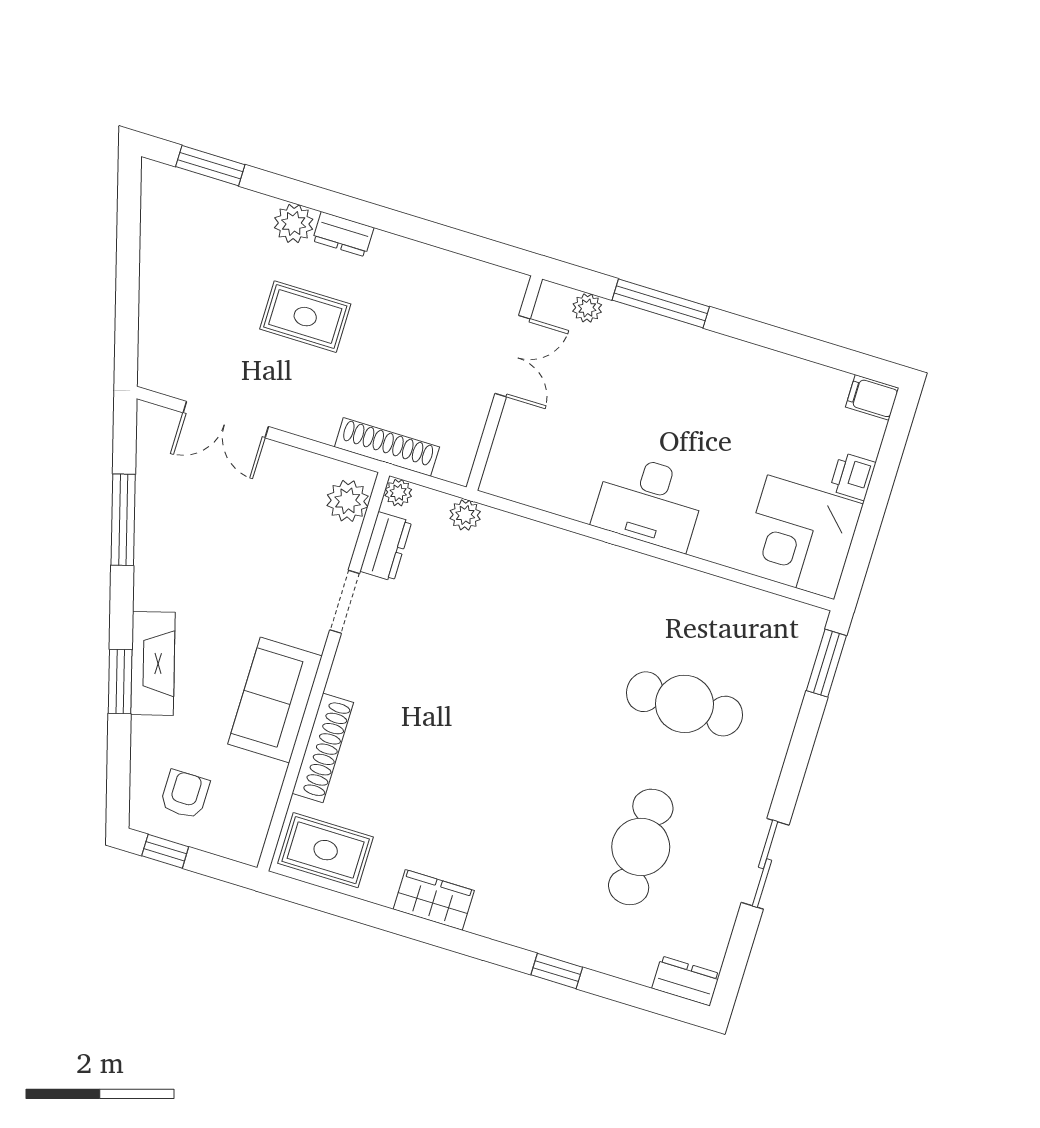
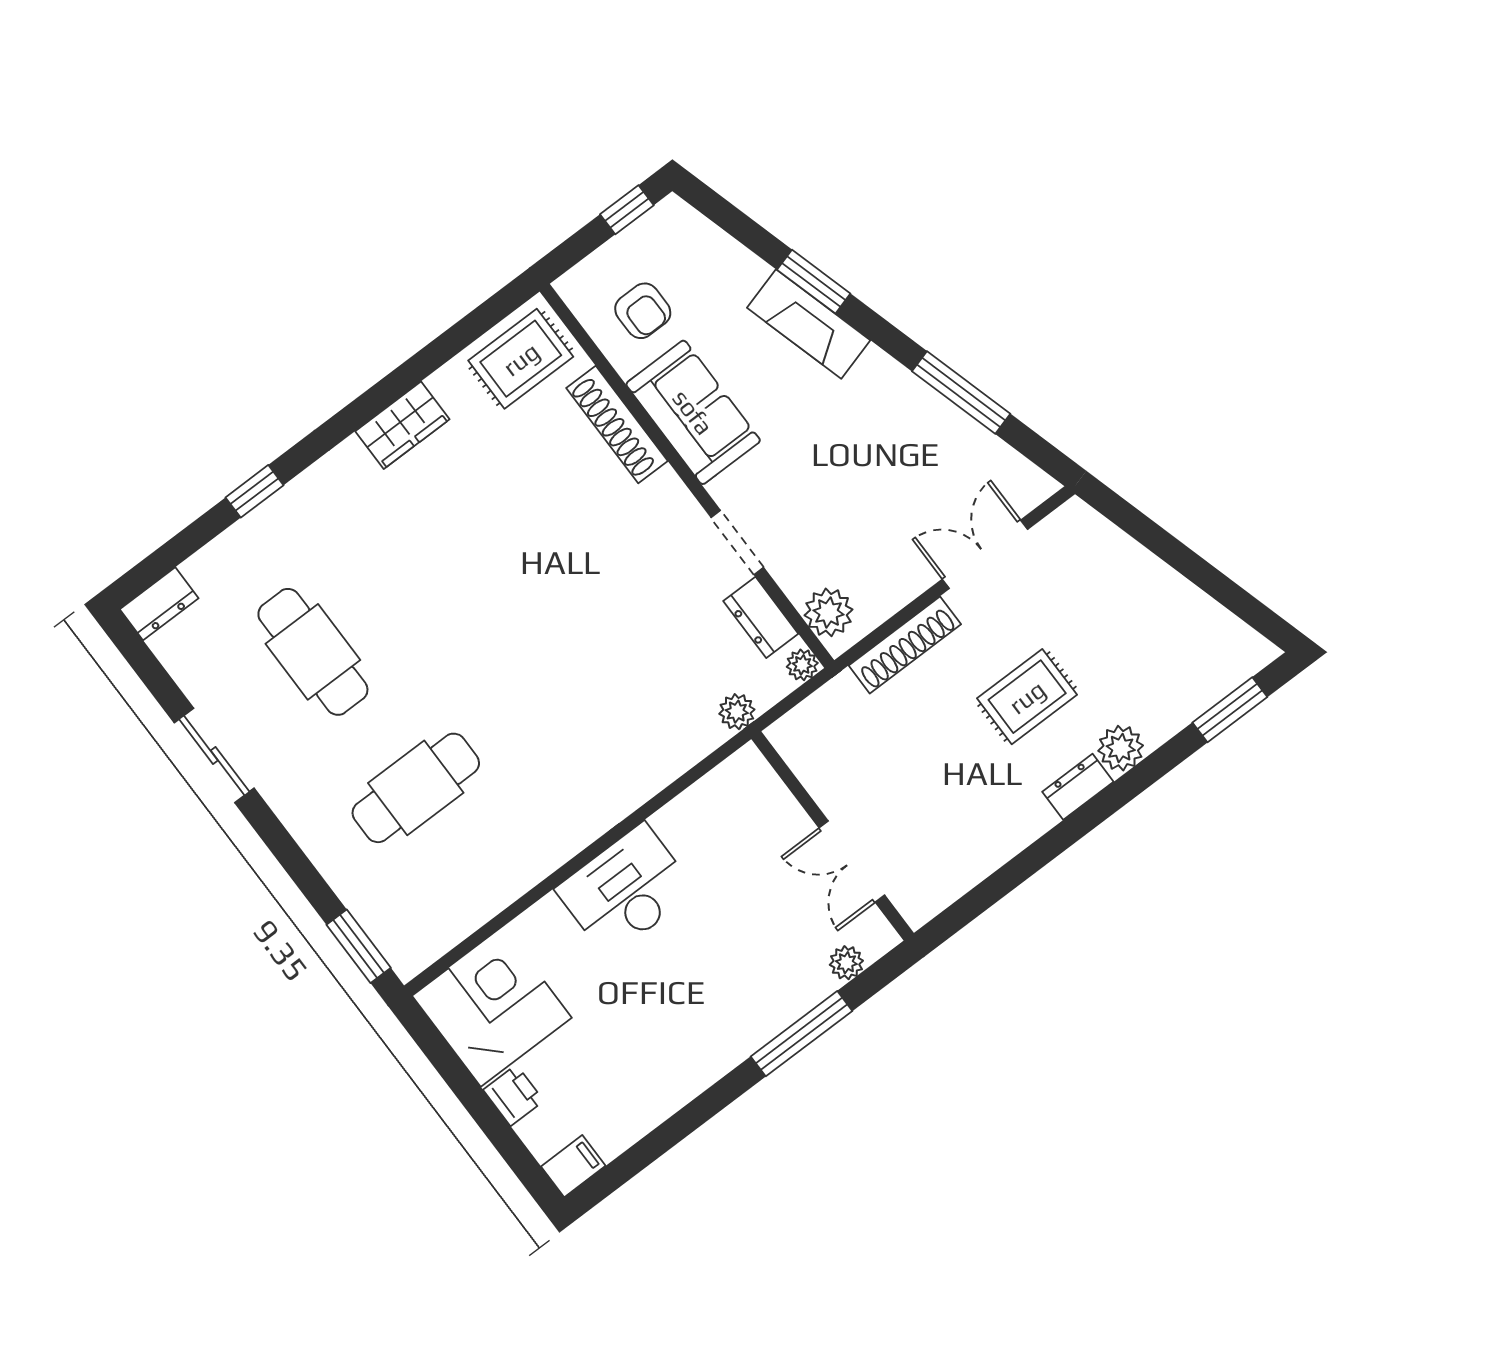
shoe rack: (387, 447) -> (905, 645), moved
armchair: (185, 794) -> (643, 311), moved

